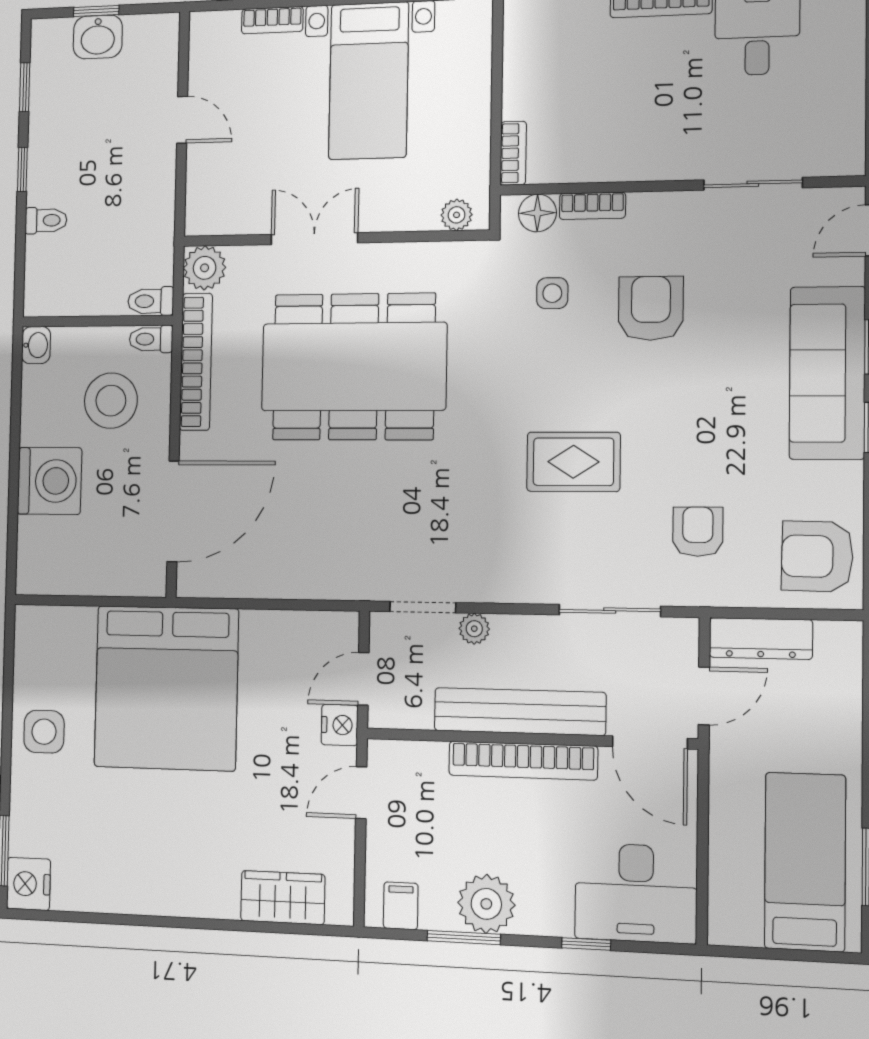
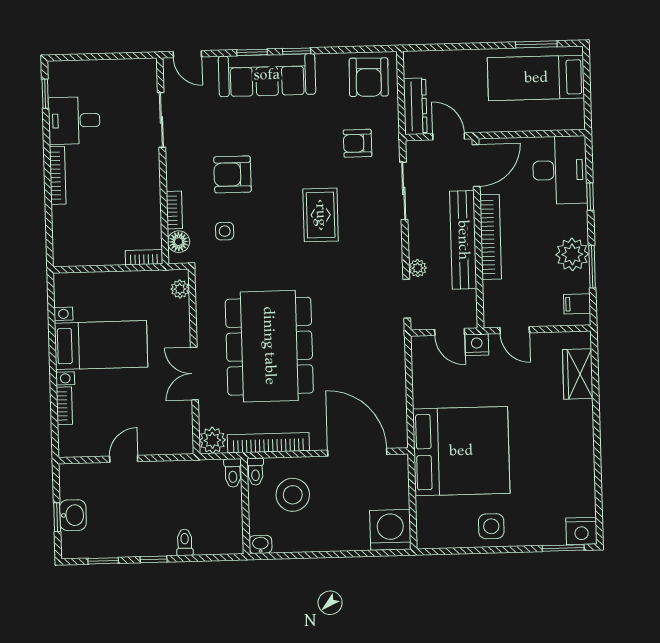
washing machine: (49, 481) -> (390, 530), moved

